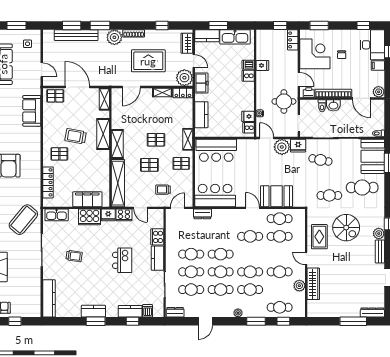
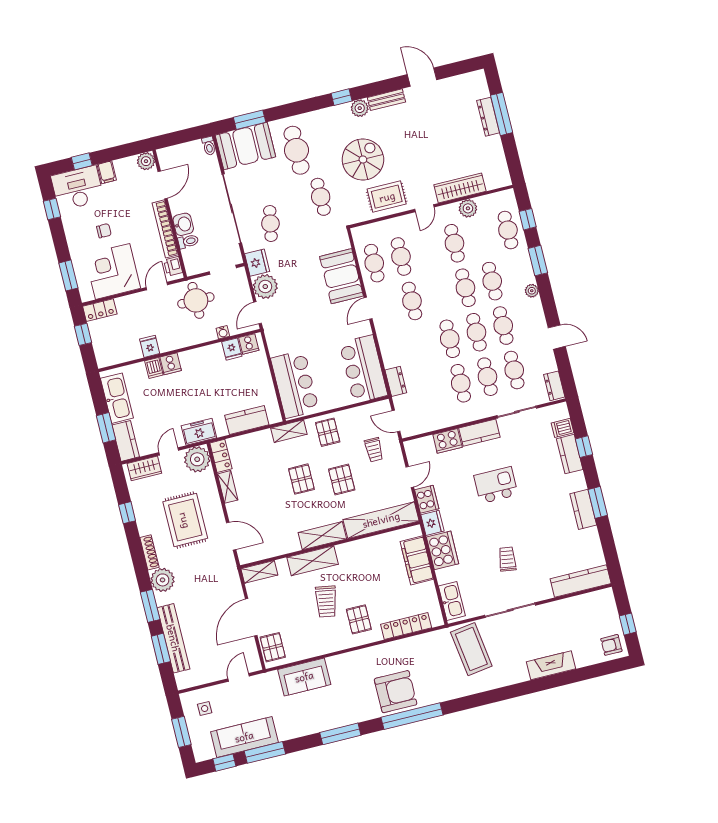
coffee table: (23, 220) -> (471, 649), turned 42
dresser: (372, 312) -> (488, 117), moved

